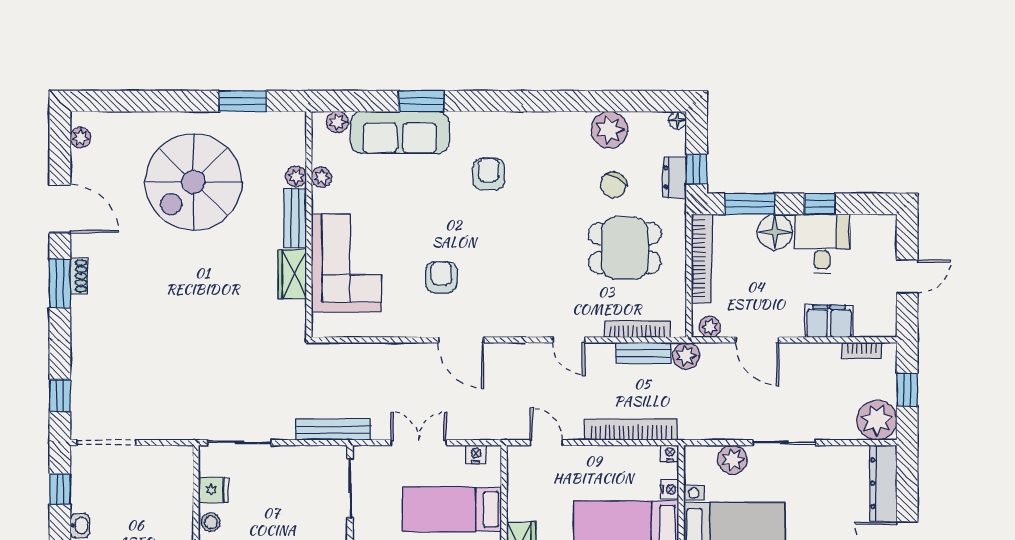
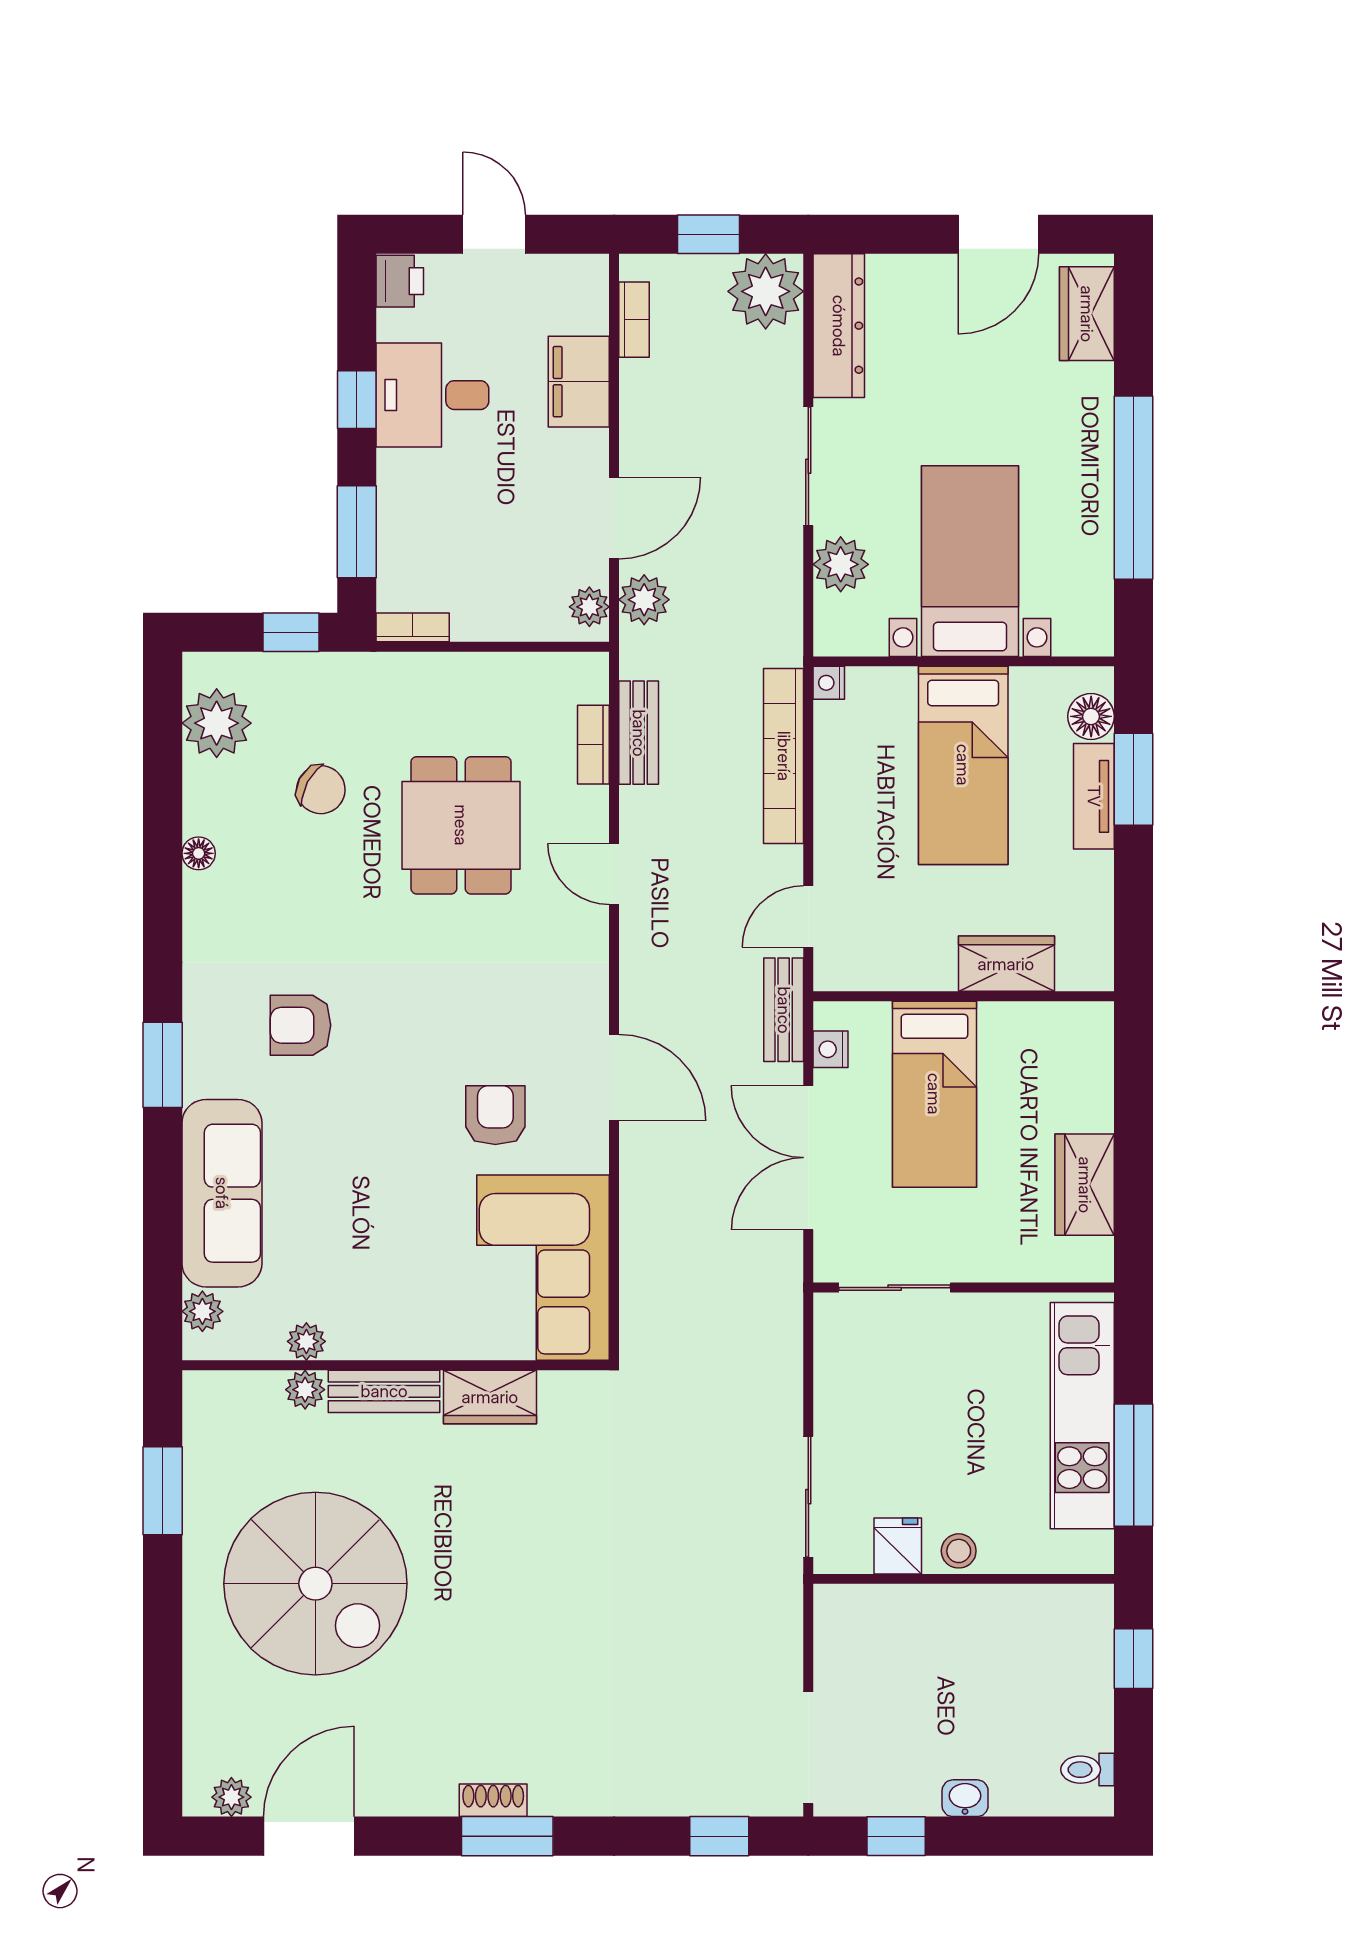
window: (421, 101) -> (163, 1065), moved
floor lamp: (678, 120) -> (199, 853), moved
plant: (609, 130) -> (217, 723), moved
dresser: (675, 177) -> (307, 674), removed
door: (60, 209) -> (309, 1836), moved
printer: (882, 227) -> (400, 281), added
floor lamp: (775, 232) -> (410, 484), removed
dining table: (625, 248) -> (461, 825), moved
bookcase: (702, 259) -> (413, 627), width x0.43, depth x0.76
corner sofa: (346, 263) -> (543, 1268), moved, turned -90
armchair: (441, 277) -> (495, 1115), turned 90
bookcase: (637, 329) -> (593, 745), width x0.64
door: (461, 340) -> (614, 1078), hinge flipped
door: (569, 340) -> (614, 874), swing flipped
plant: (686, 356) -> (644, 600), moved
bench: (333, 430) -> (784, 1010), moved, width x0.73
double door: (419, 443) -> (808, 1158), width x1.37
dresser: (883, 483) -> (839, 326), moved, turned -90
nightstand: (670, 489) -> (896, 683), removed

